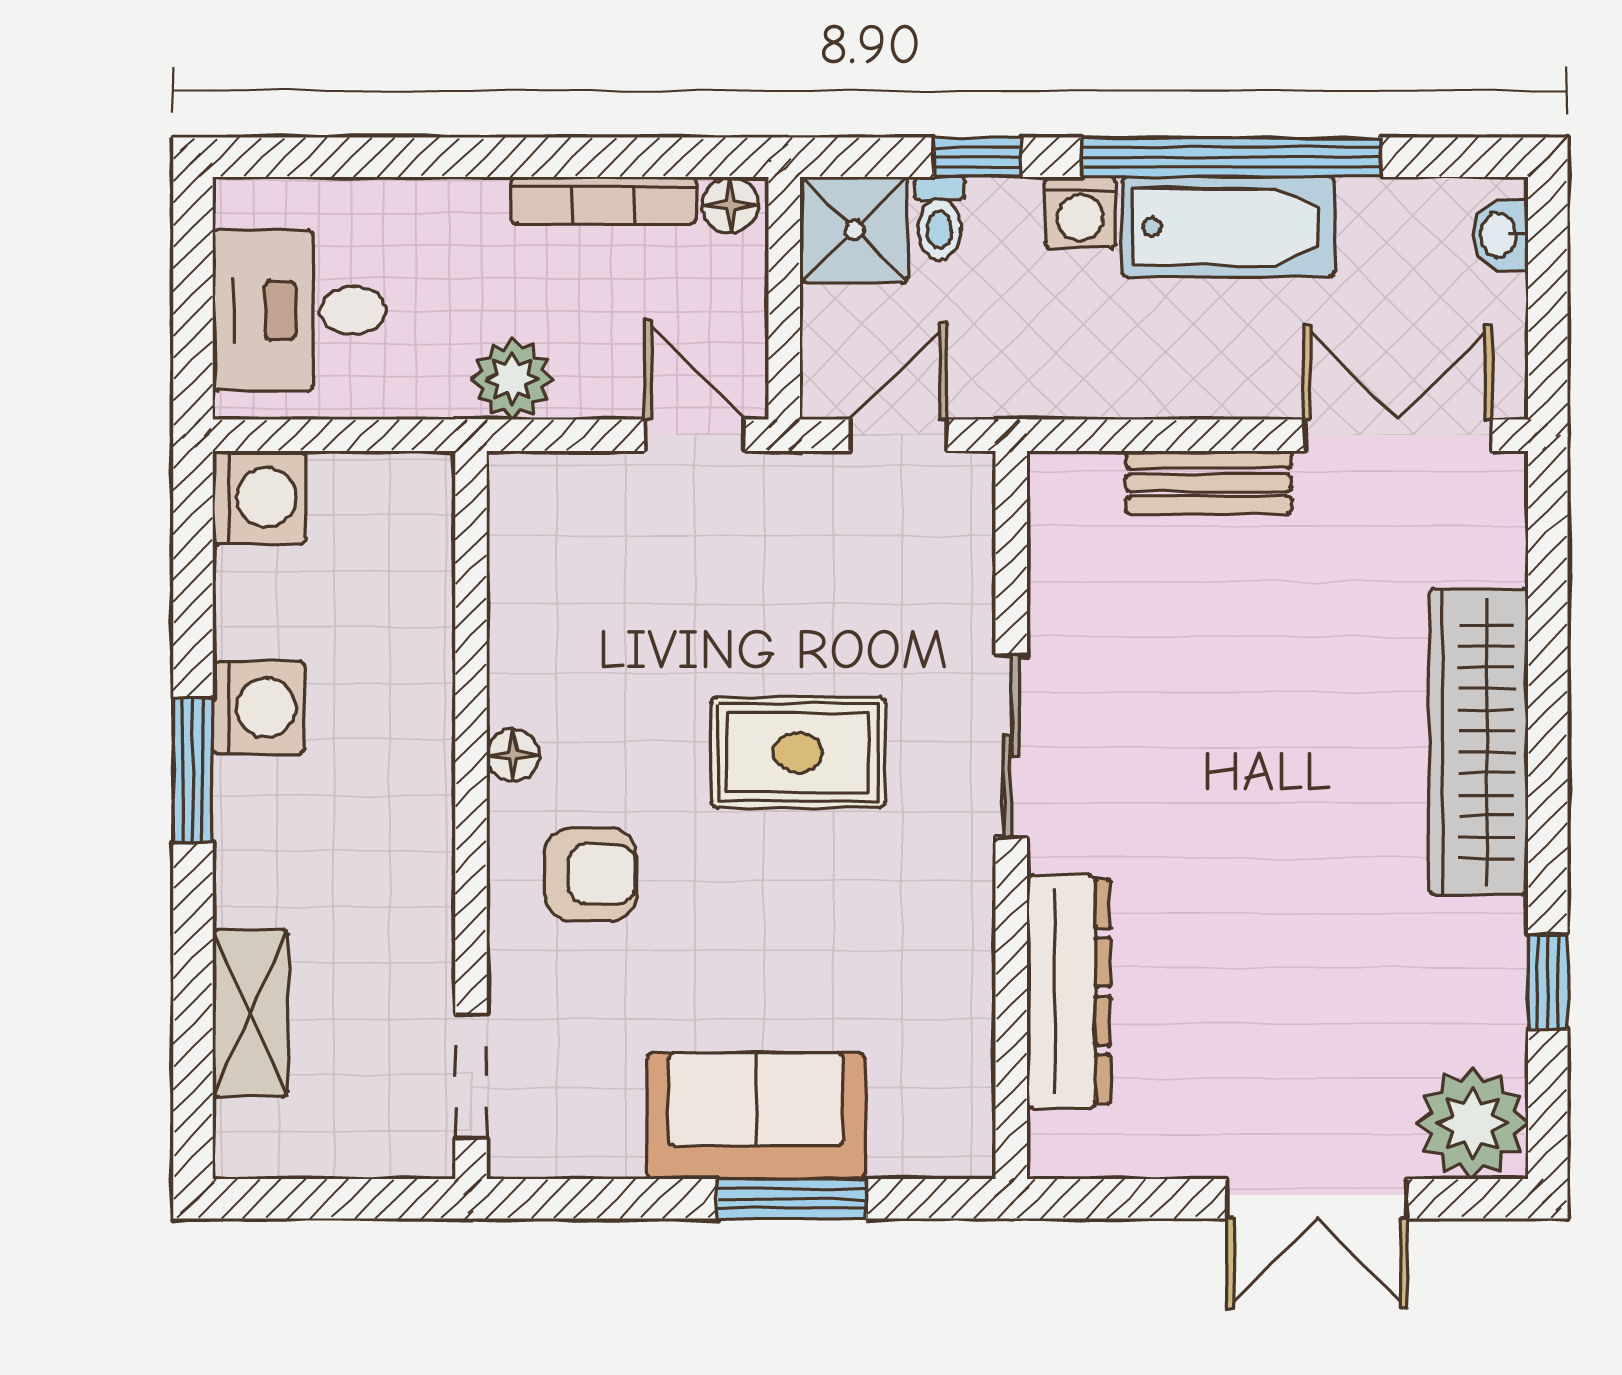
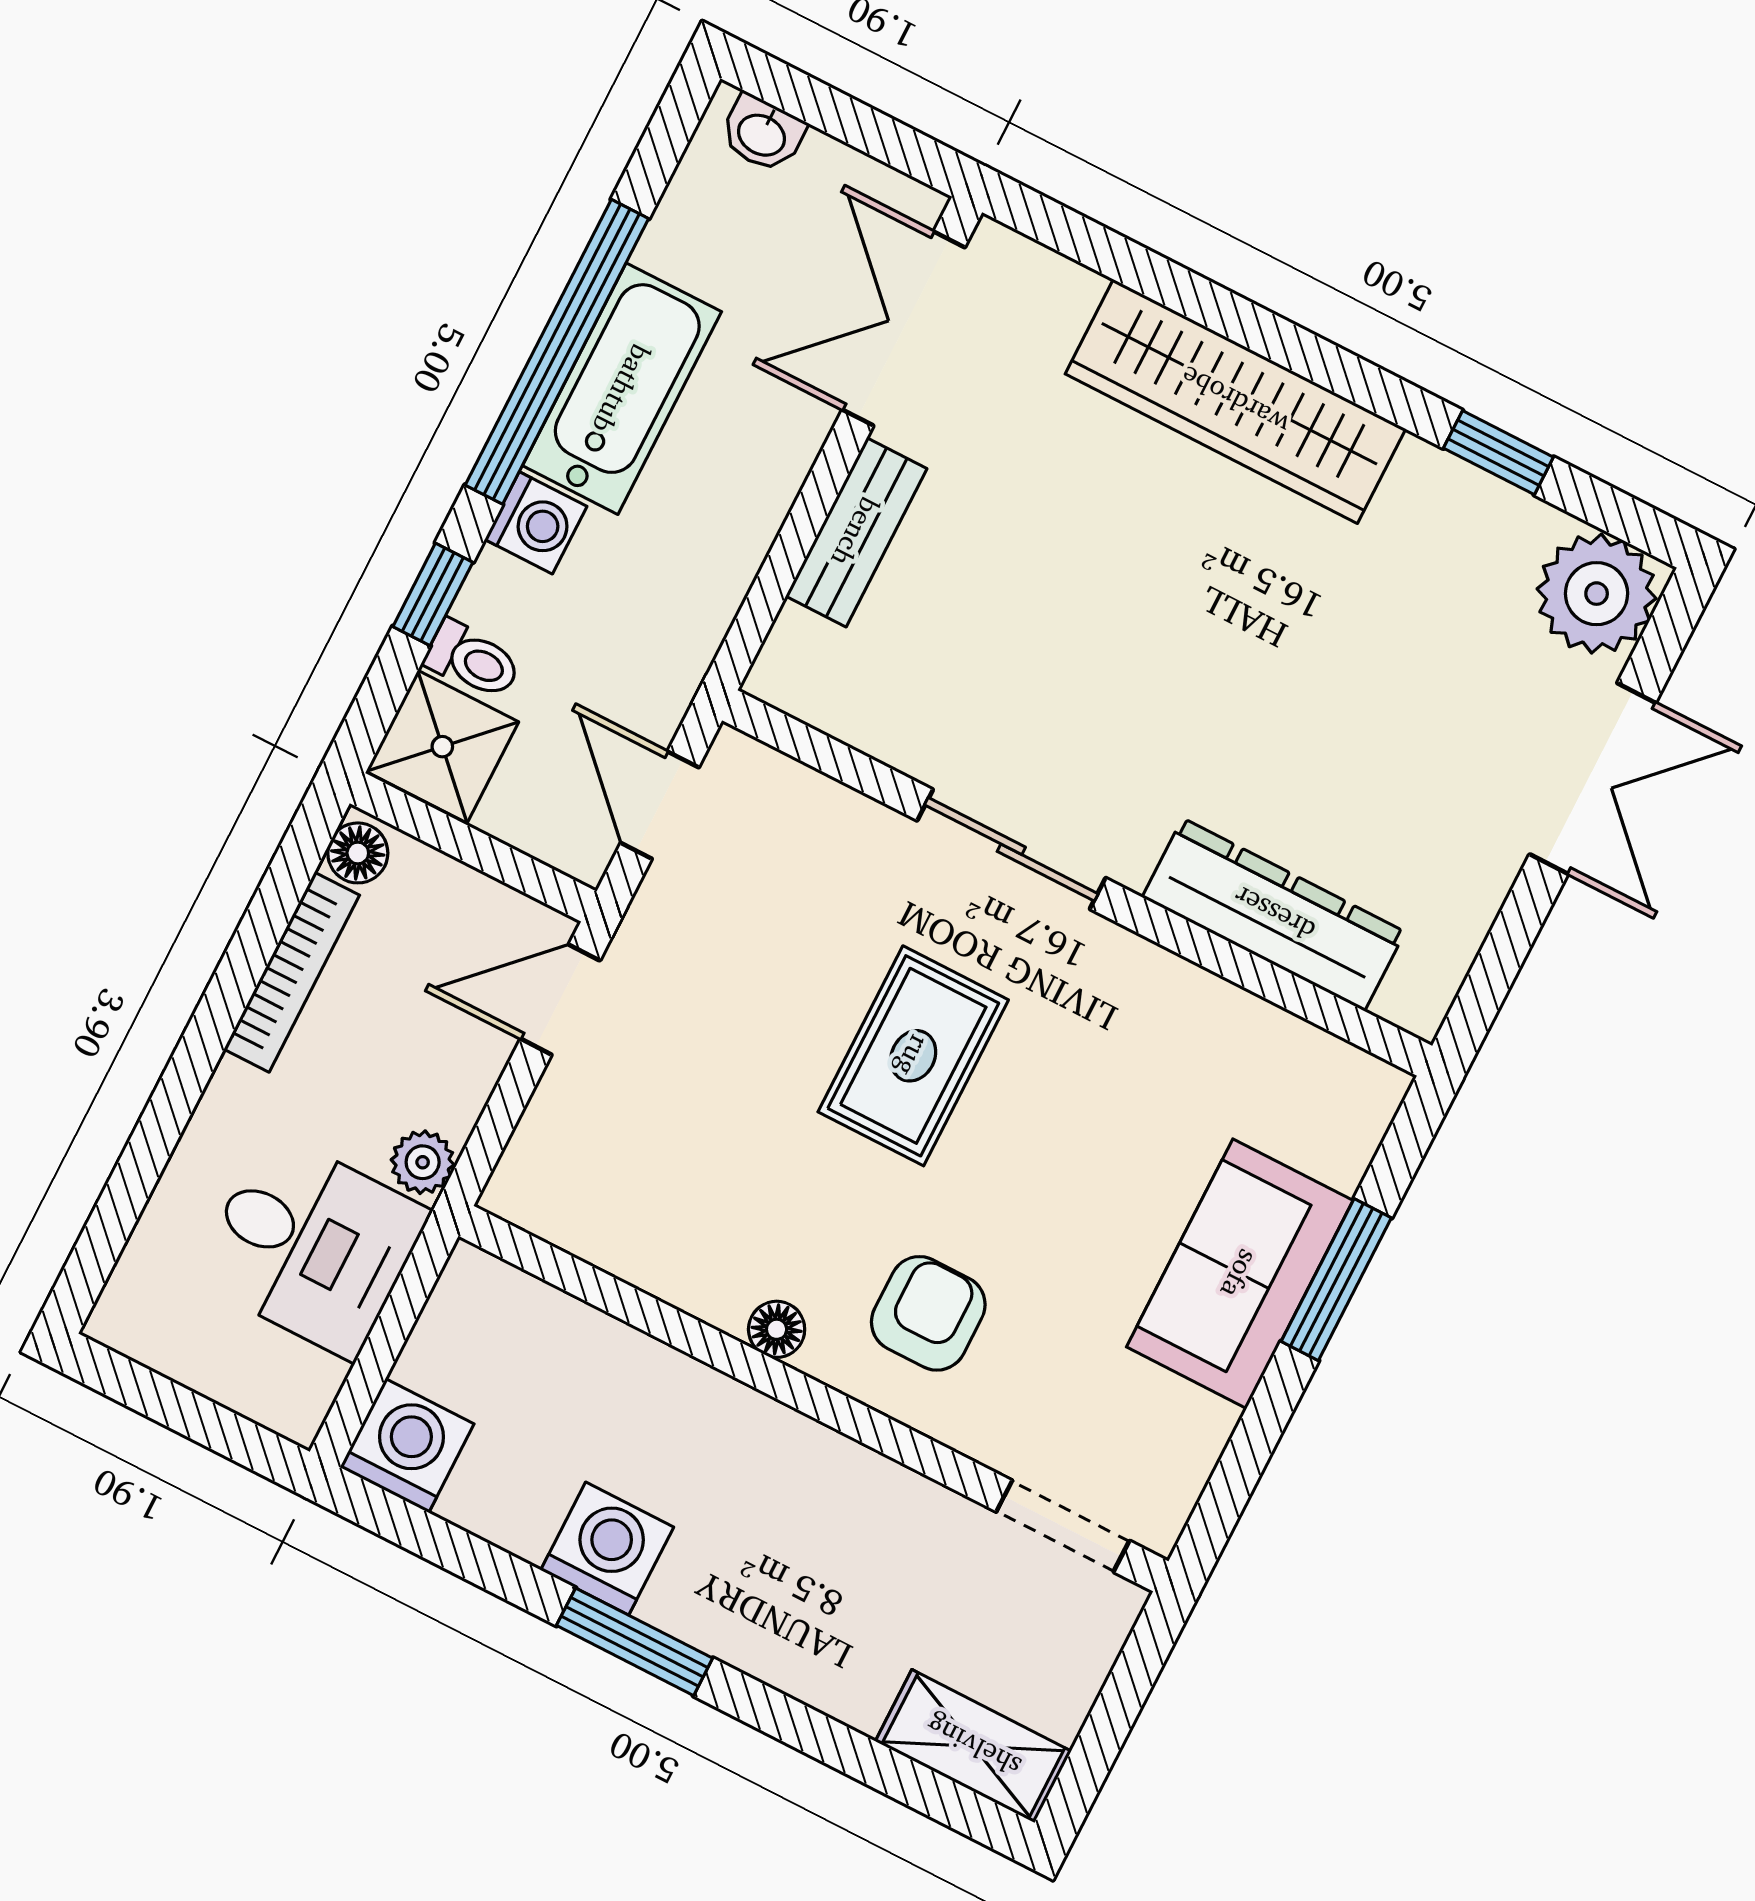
desk: (299, 310) -> (311, 1245), moved, turned -90
plant: (512, 379) -> (423, 1162), width x0.73, depth x0.73
shelving: (250, 1013) -> (973, 1746), moved

